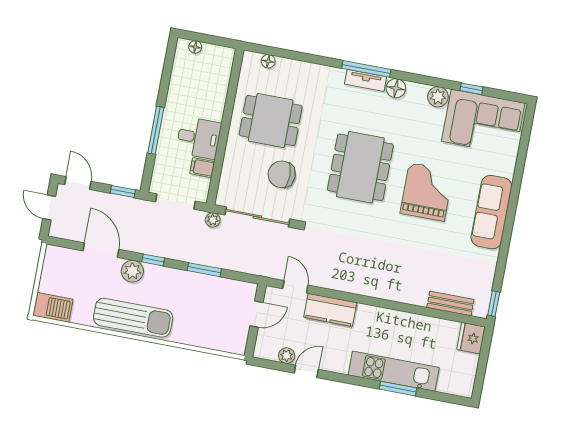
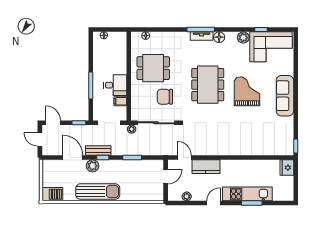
bench: (450, 303) -> (98, 151), moved
door: (306, 371) -> (213, 203), moved

